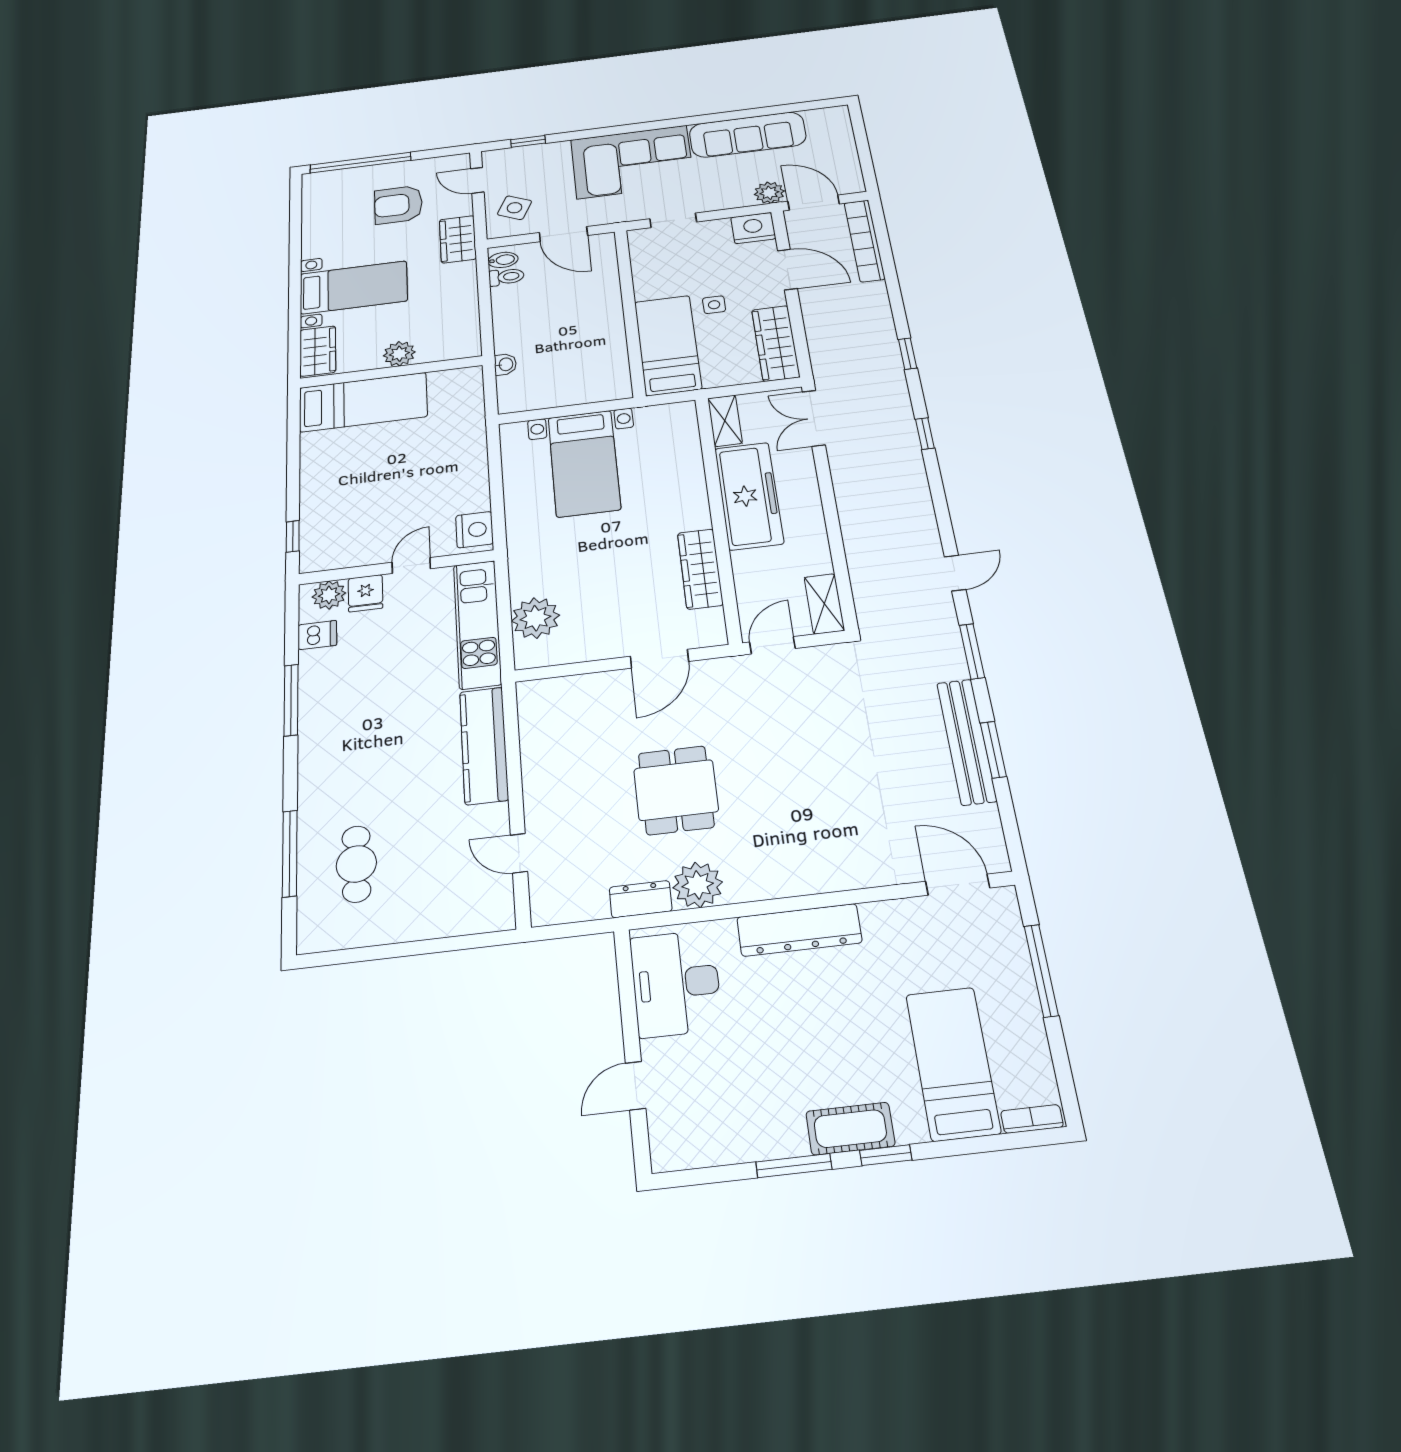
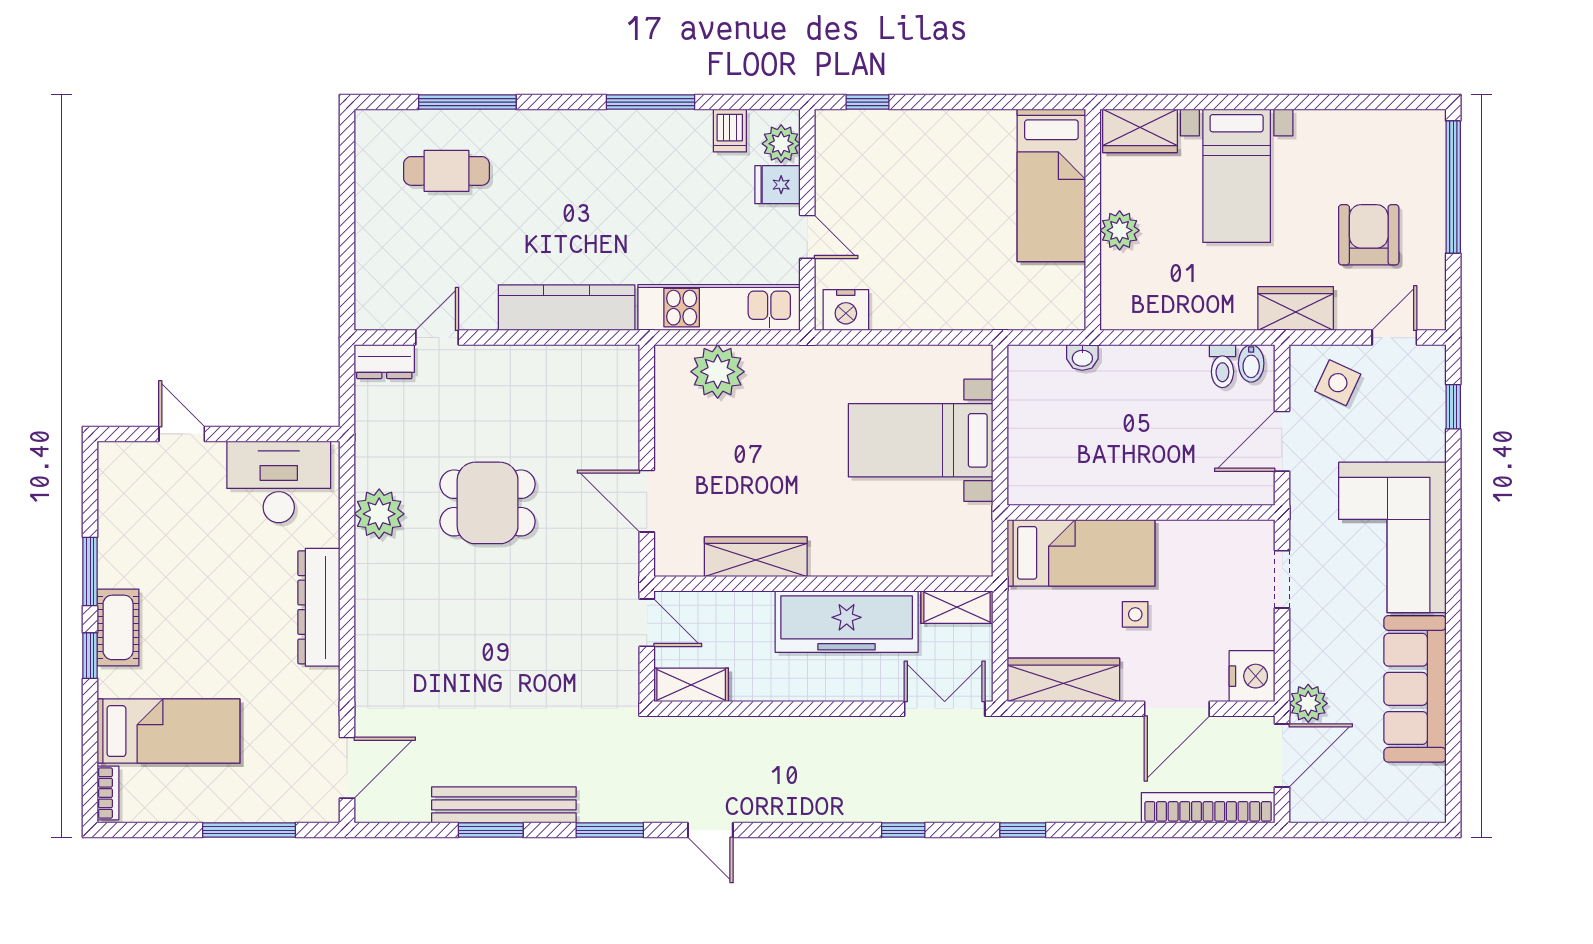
dresser: (641, 899) -> (384, 362), moved, turned 90

